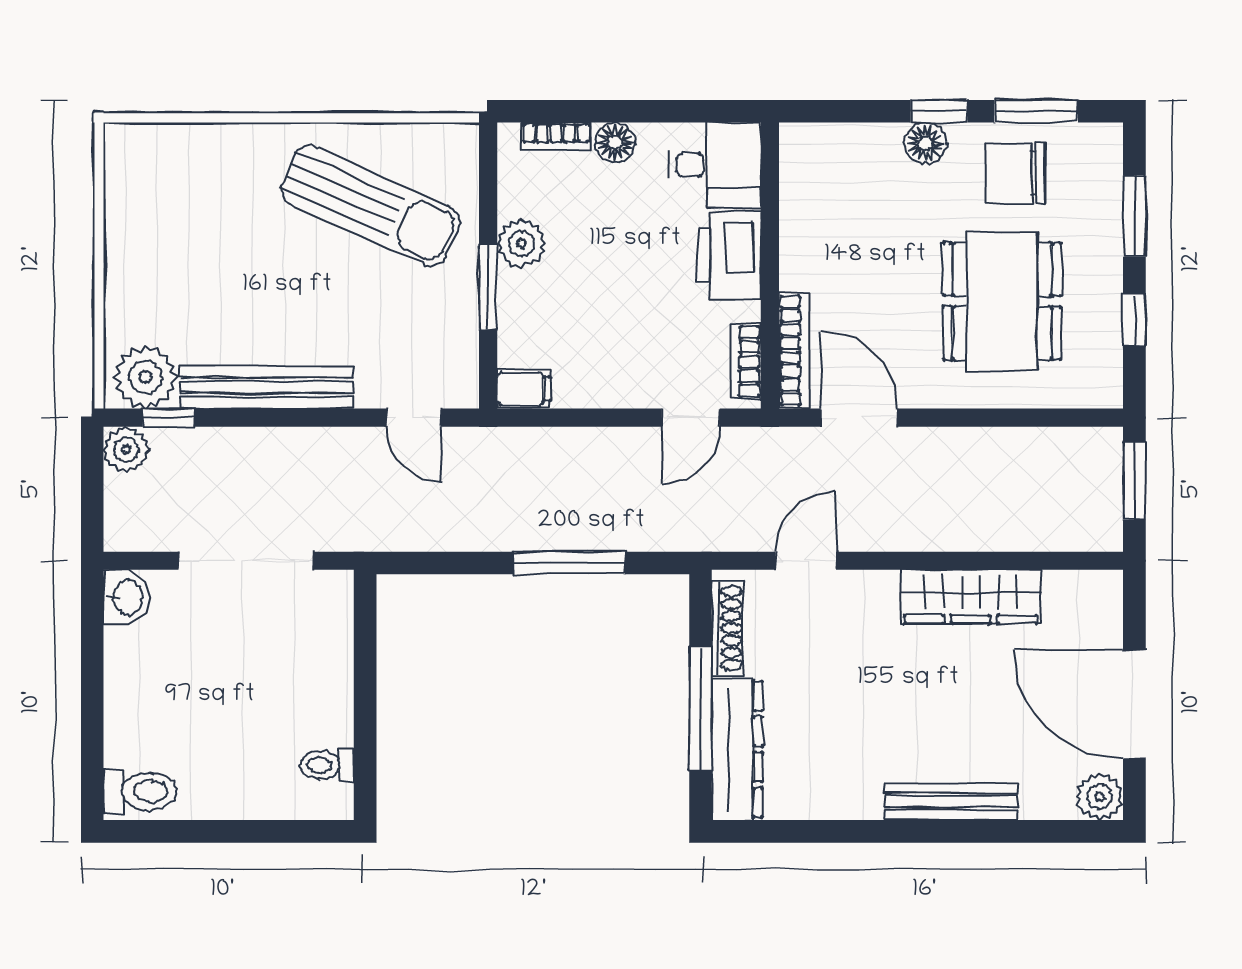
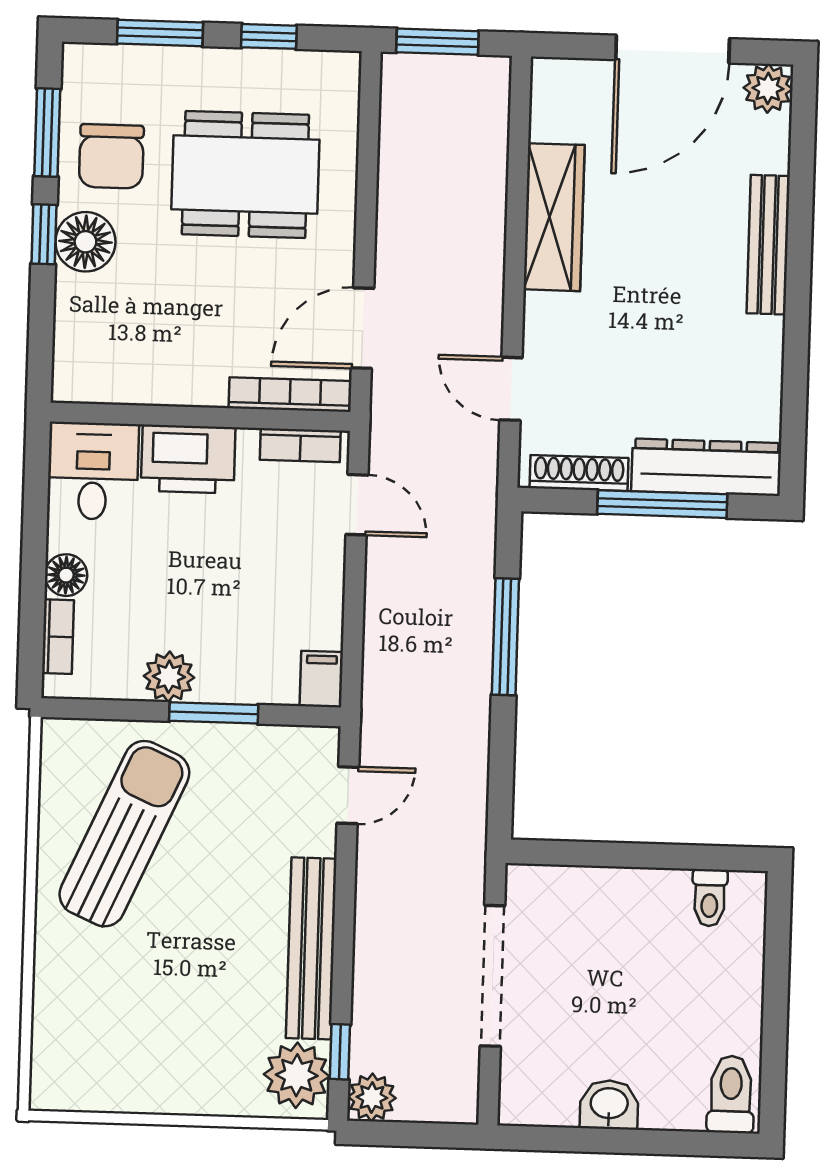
floor lamp: (925, 143) -> (85, 242), width x1.38, depth x1.38
washbasin: (127, 597) -> (609, 1105), moved

